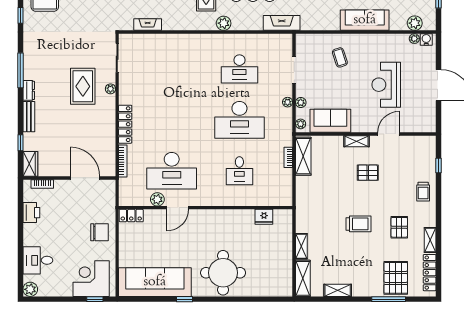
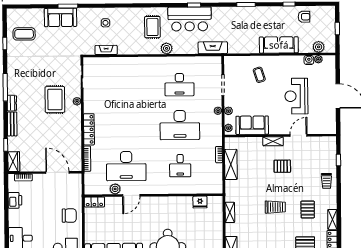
water cooler: (426, 39) -> (309, 60), moved
shelving: (303, 156) -> (231, 164), moved
shelving: (301, 246) -> (230, 212), moved

